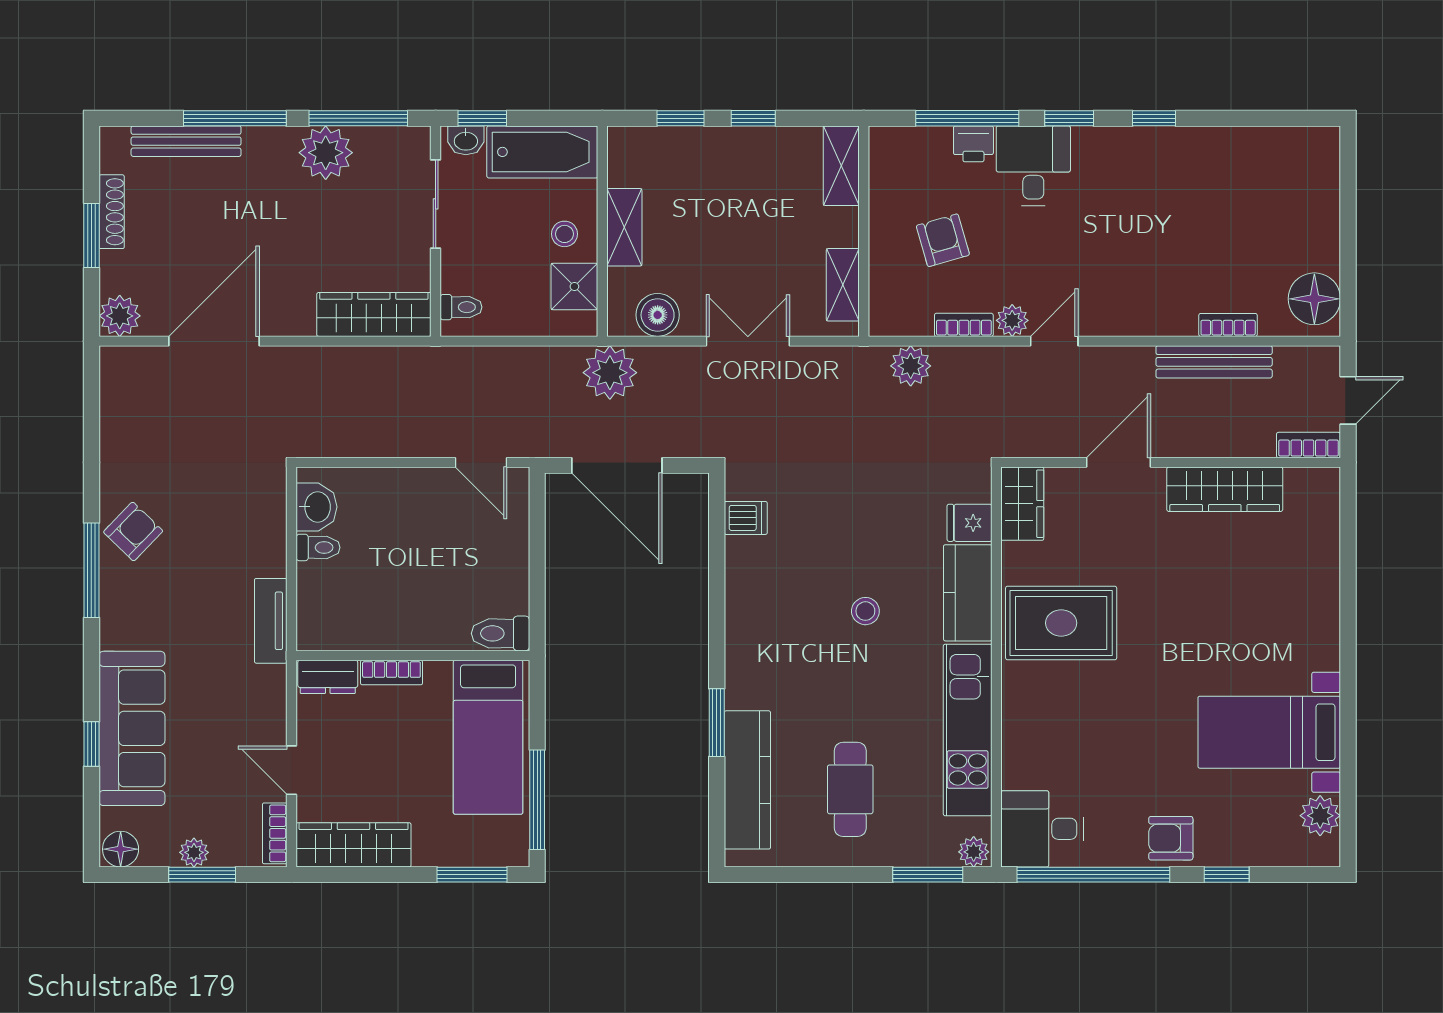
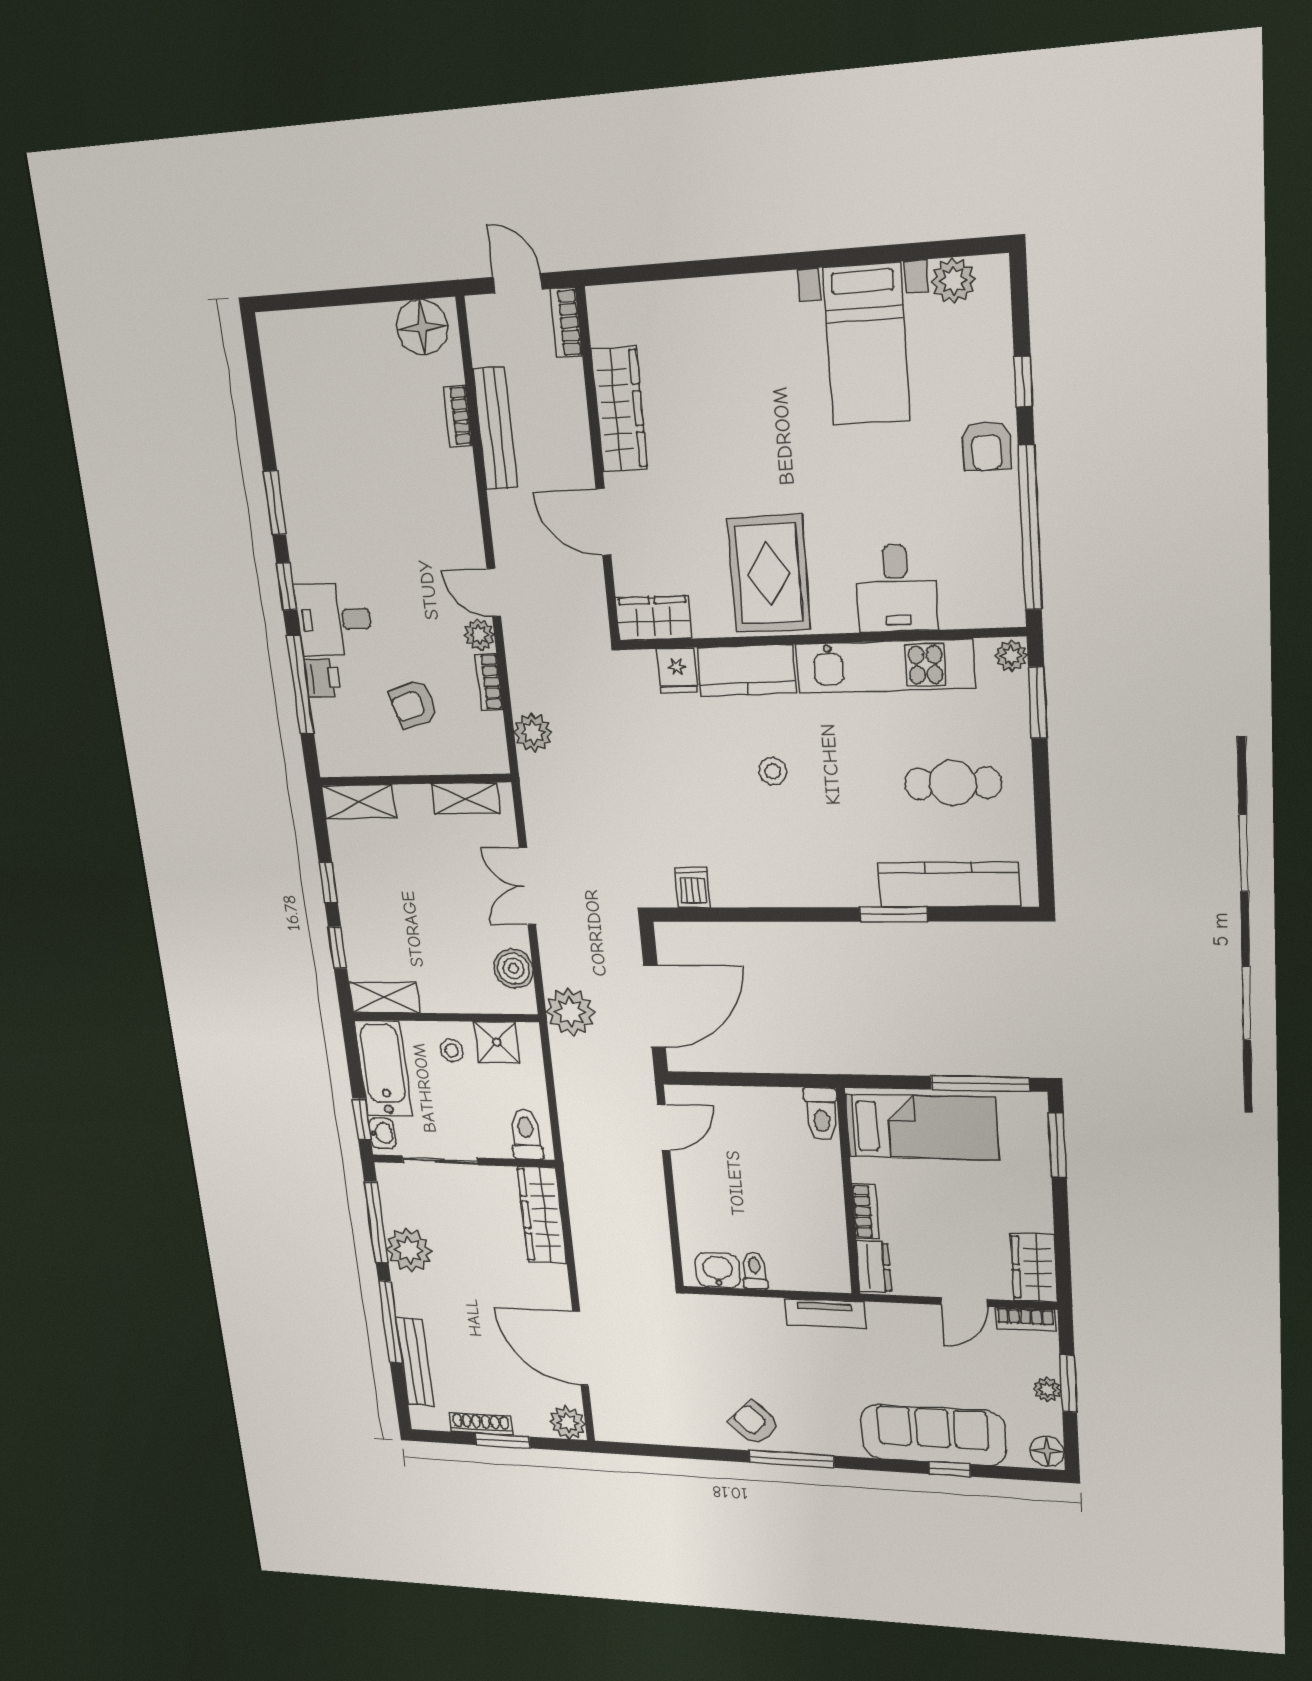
window: (1154, 118) -> (275, 503), width x1.50
shelving: (624, 227) -> (384, 997), moved
toilet: (461, 307) -> (526, 1134), width x1.37, depth x1.39
desk: (1042, 829) -> (896, 588), moved
wardrobe: (354, 845) -> (1034, 1268), width x0.67

